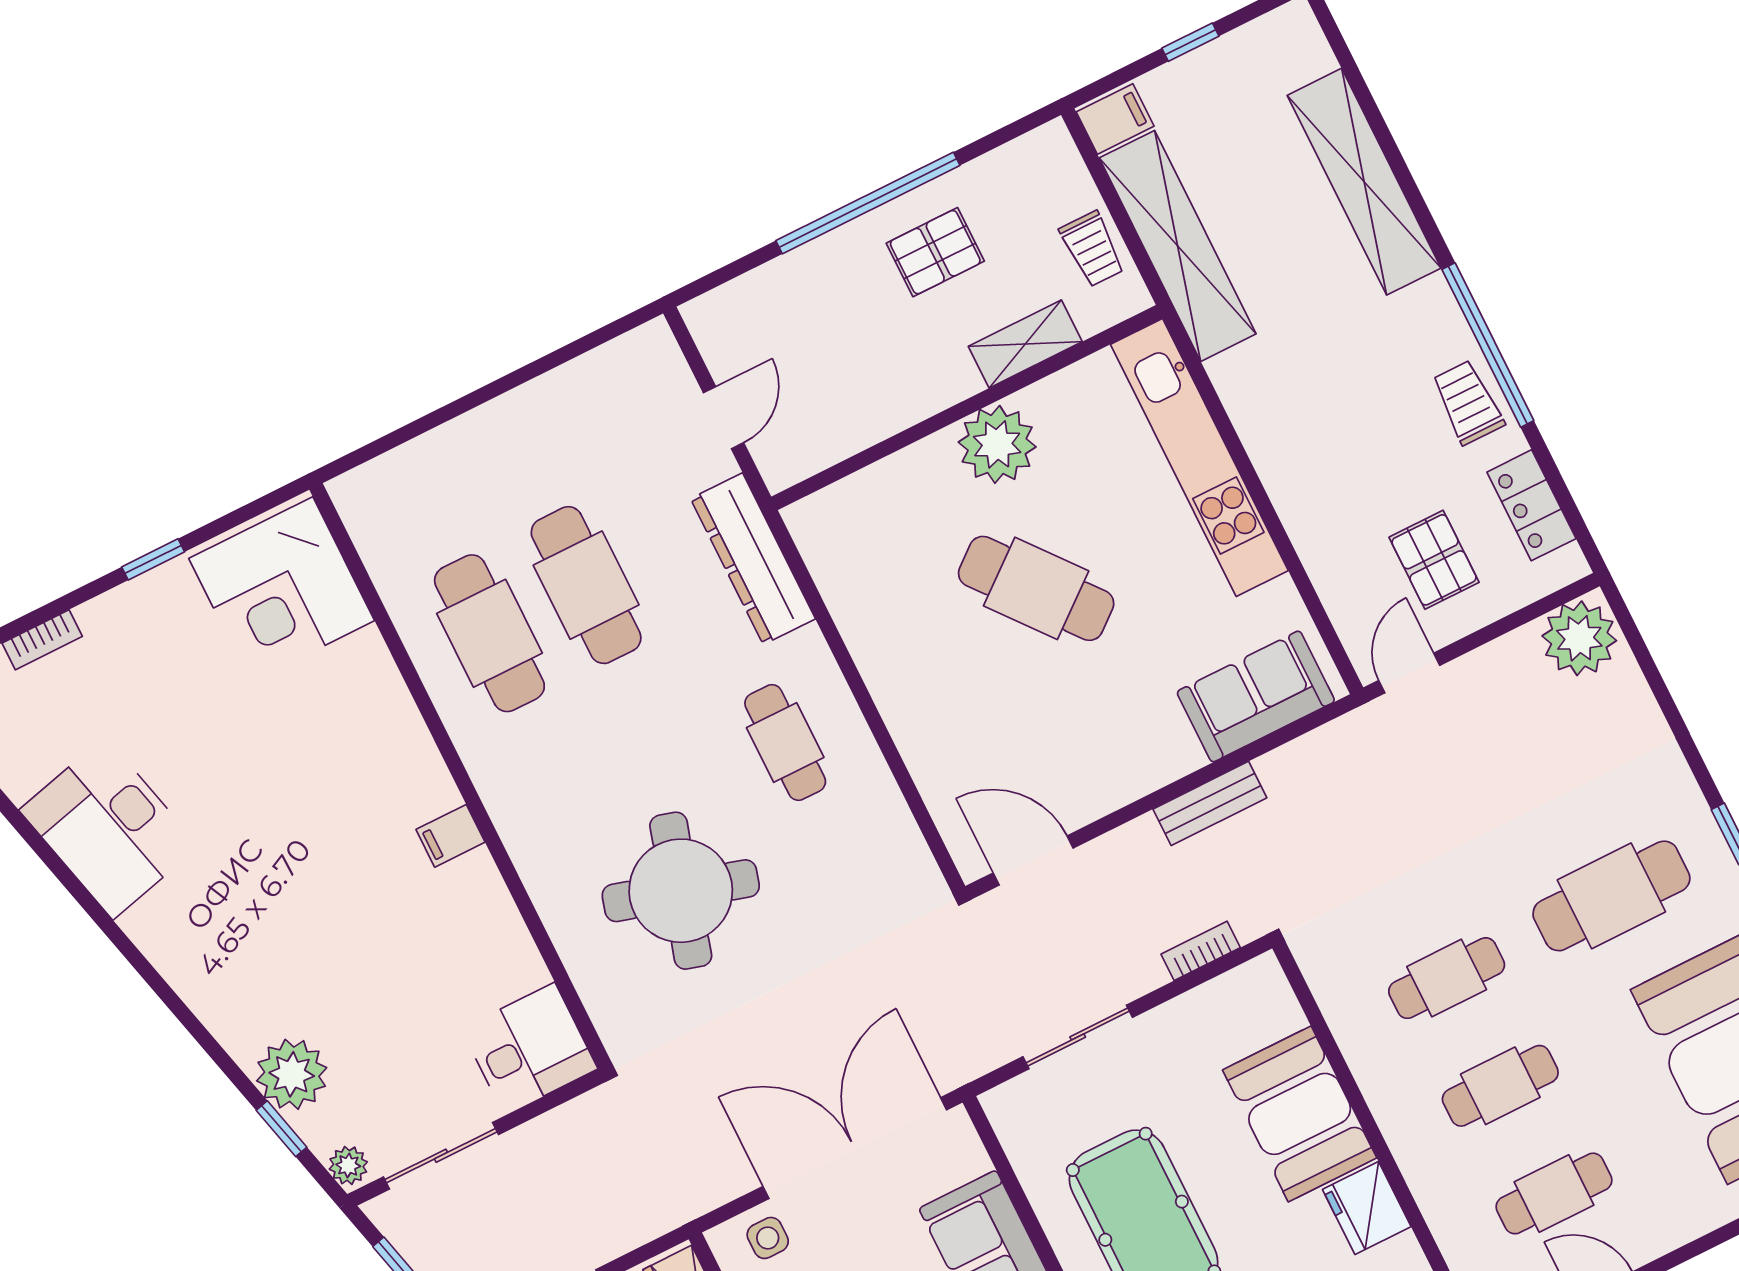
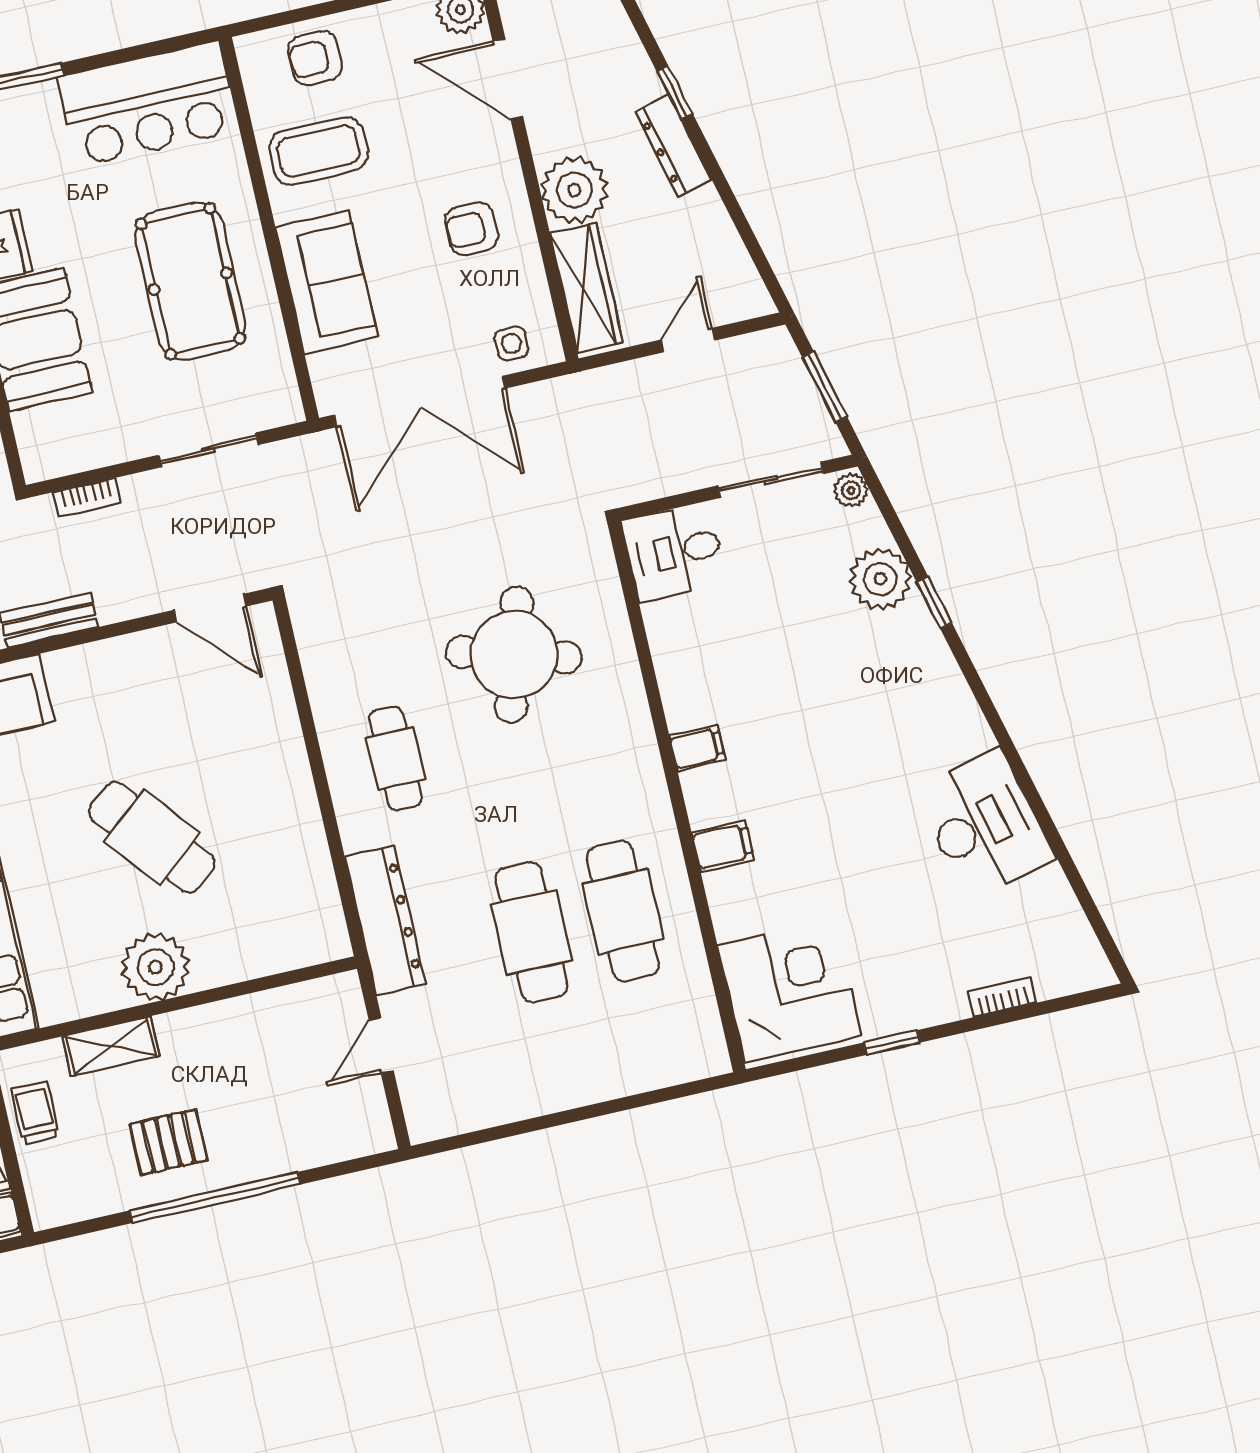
filing cabinet: (395, 733) -> (723, 846), added
window: (281, 1129) -> (934, 602), moved

